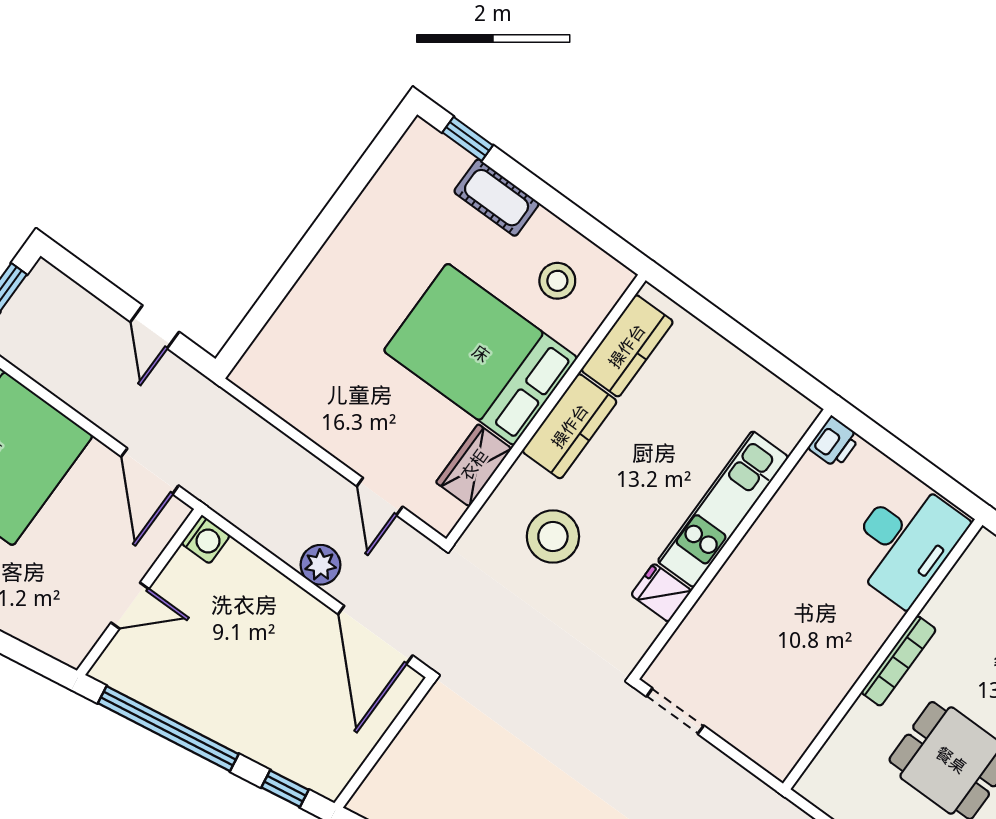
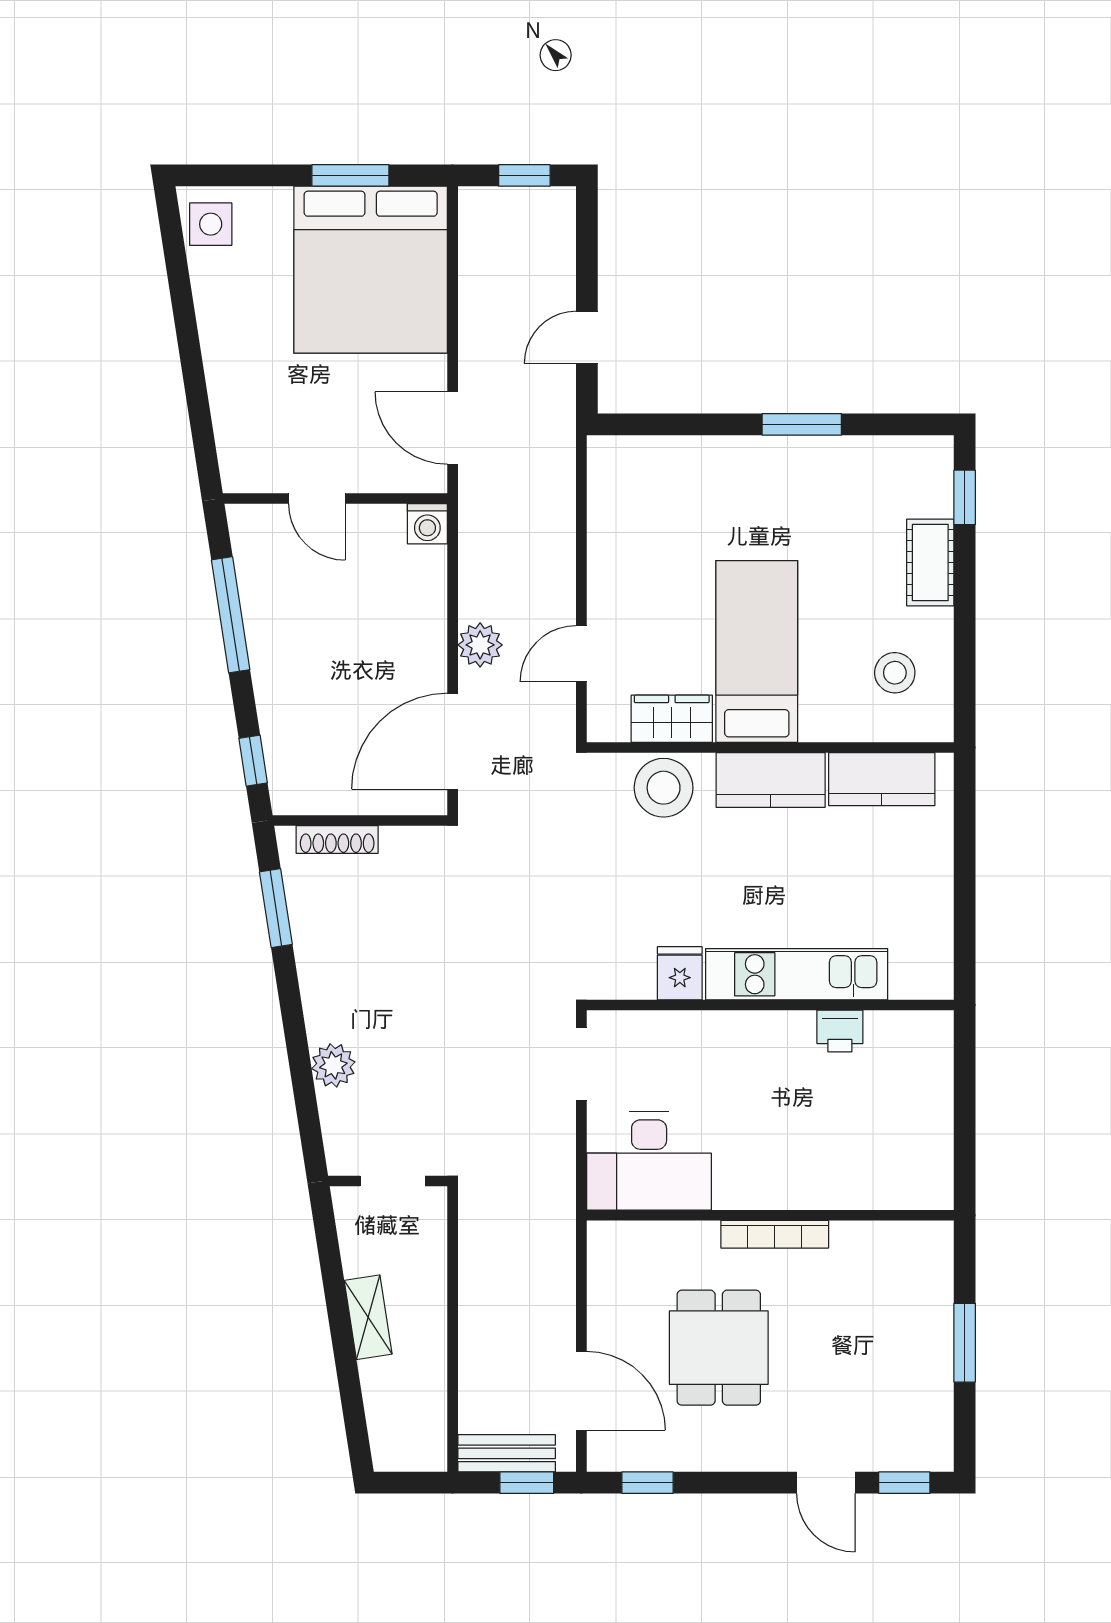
window: (330, 218) -> (802, 424), added
bed: (481, 354) -> (757, 651), width x0.67
printer: (834, 442) -> (840, 1031), moved
door: (150, 471) -> (453, 428), hinge flipped
stool: (553, 536) -> (664, 788), moved
desk: (905, 542) -> (649, 1161), moved
window: (168, 729) -> (231, 615), width x0.68
shoe rack: (386, 769) -> (337, 840), added

